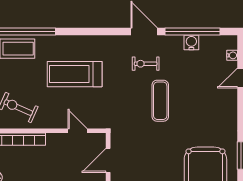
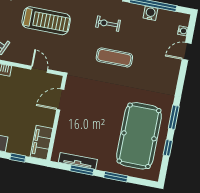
treadmill: (75, 74) -> (46, 21), turned 180
exercise mat: (160, 101) -> (114, 57), turned 90

